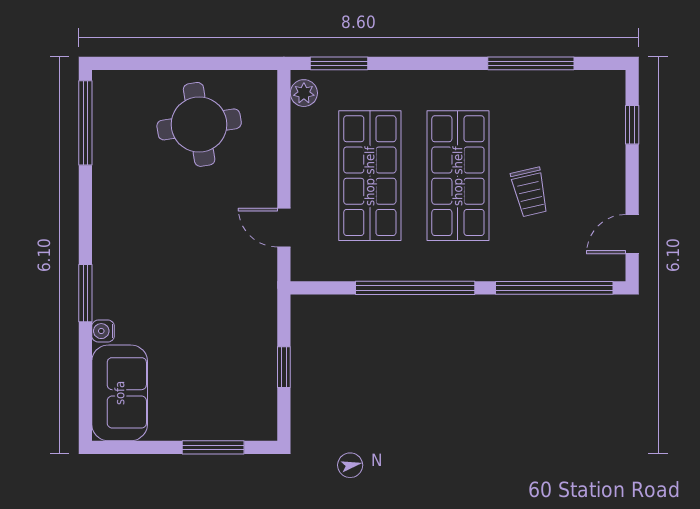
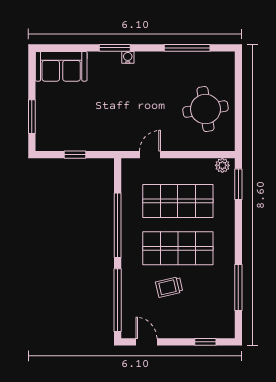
window: (85, 123) -> (187, 48), moved
water cooler: (103, 331) -> (128, 57), moved

